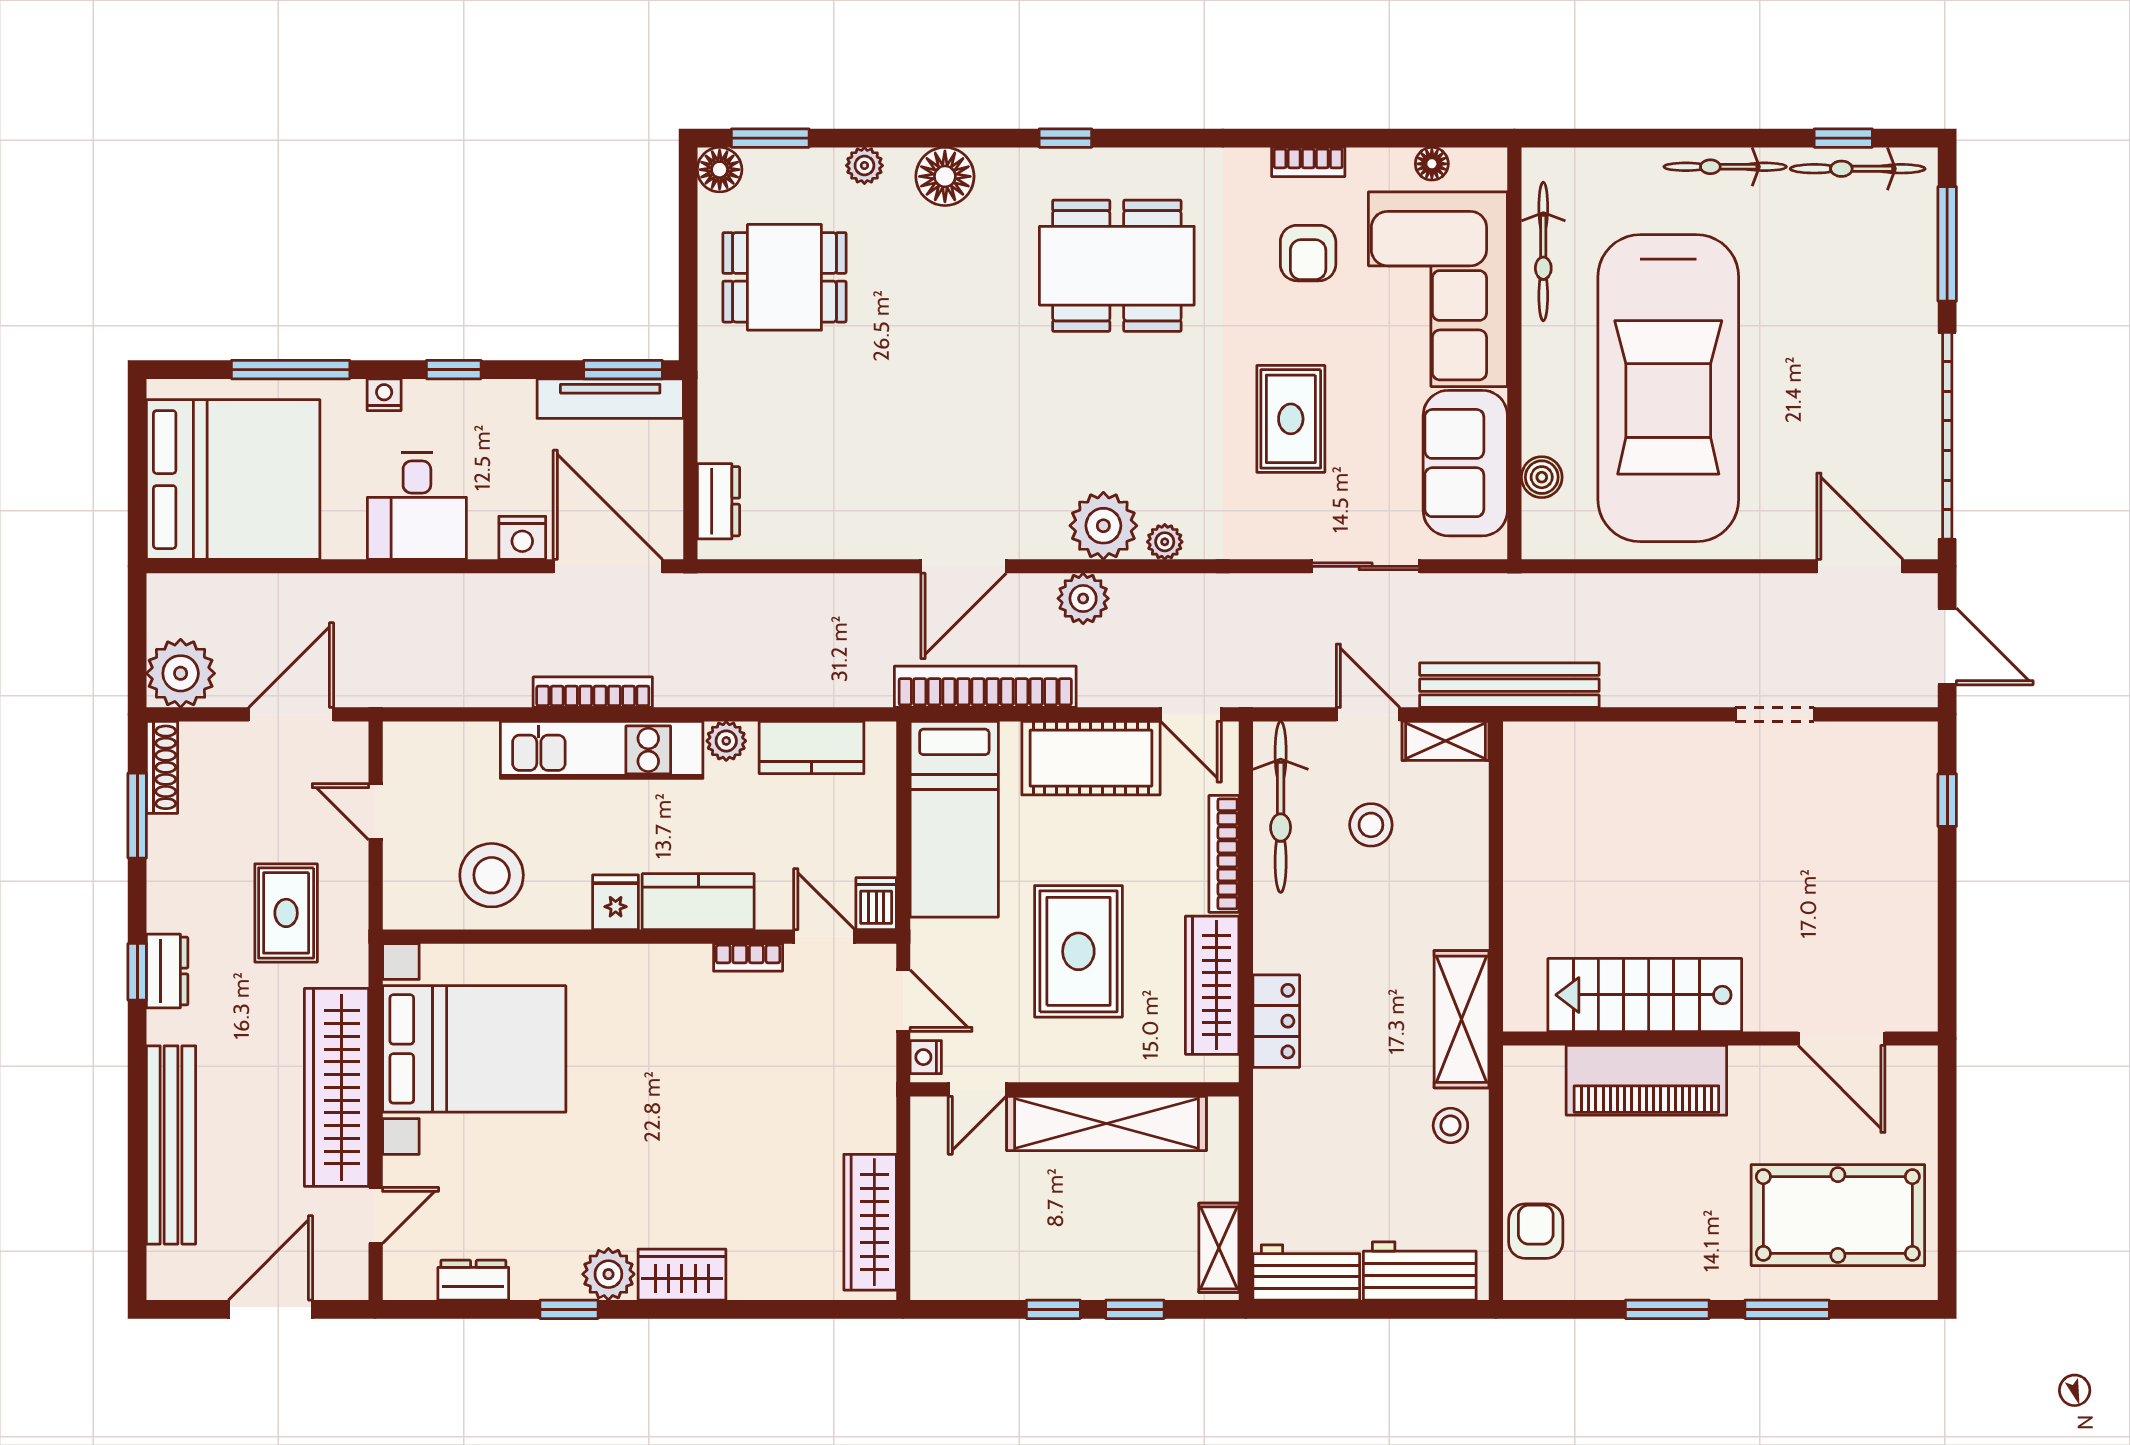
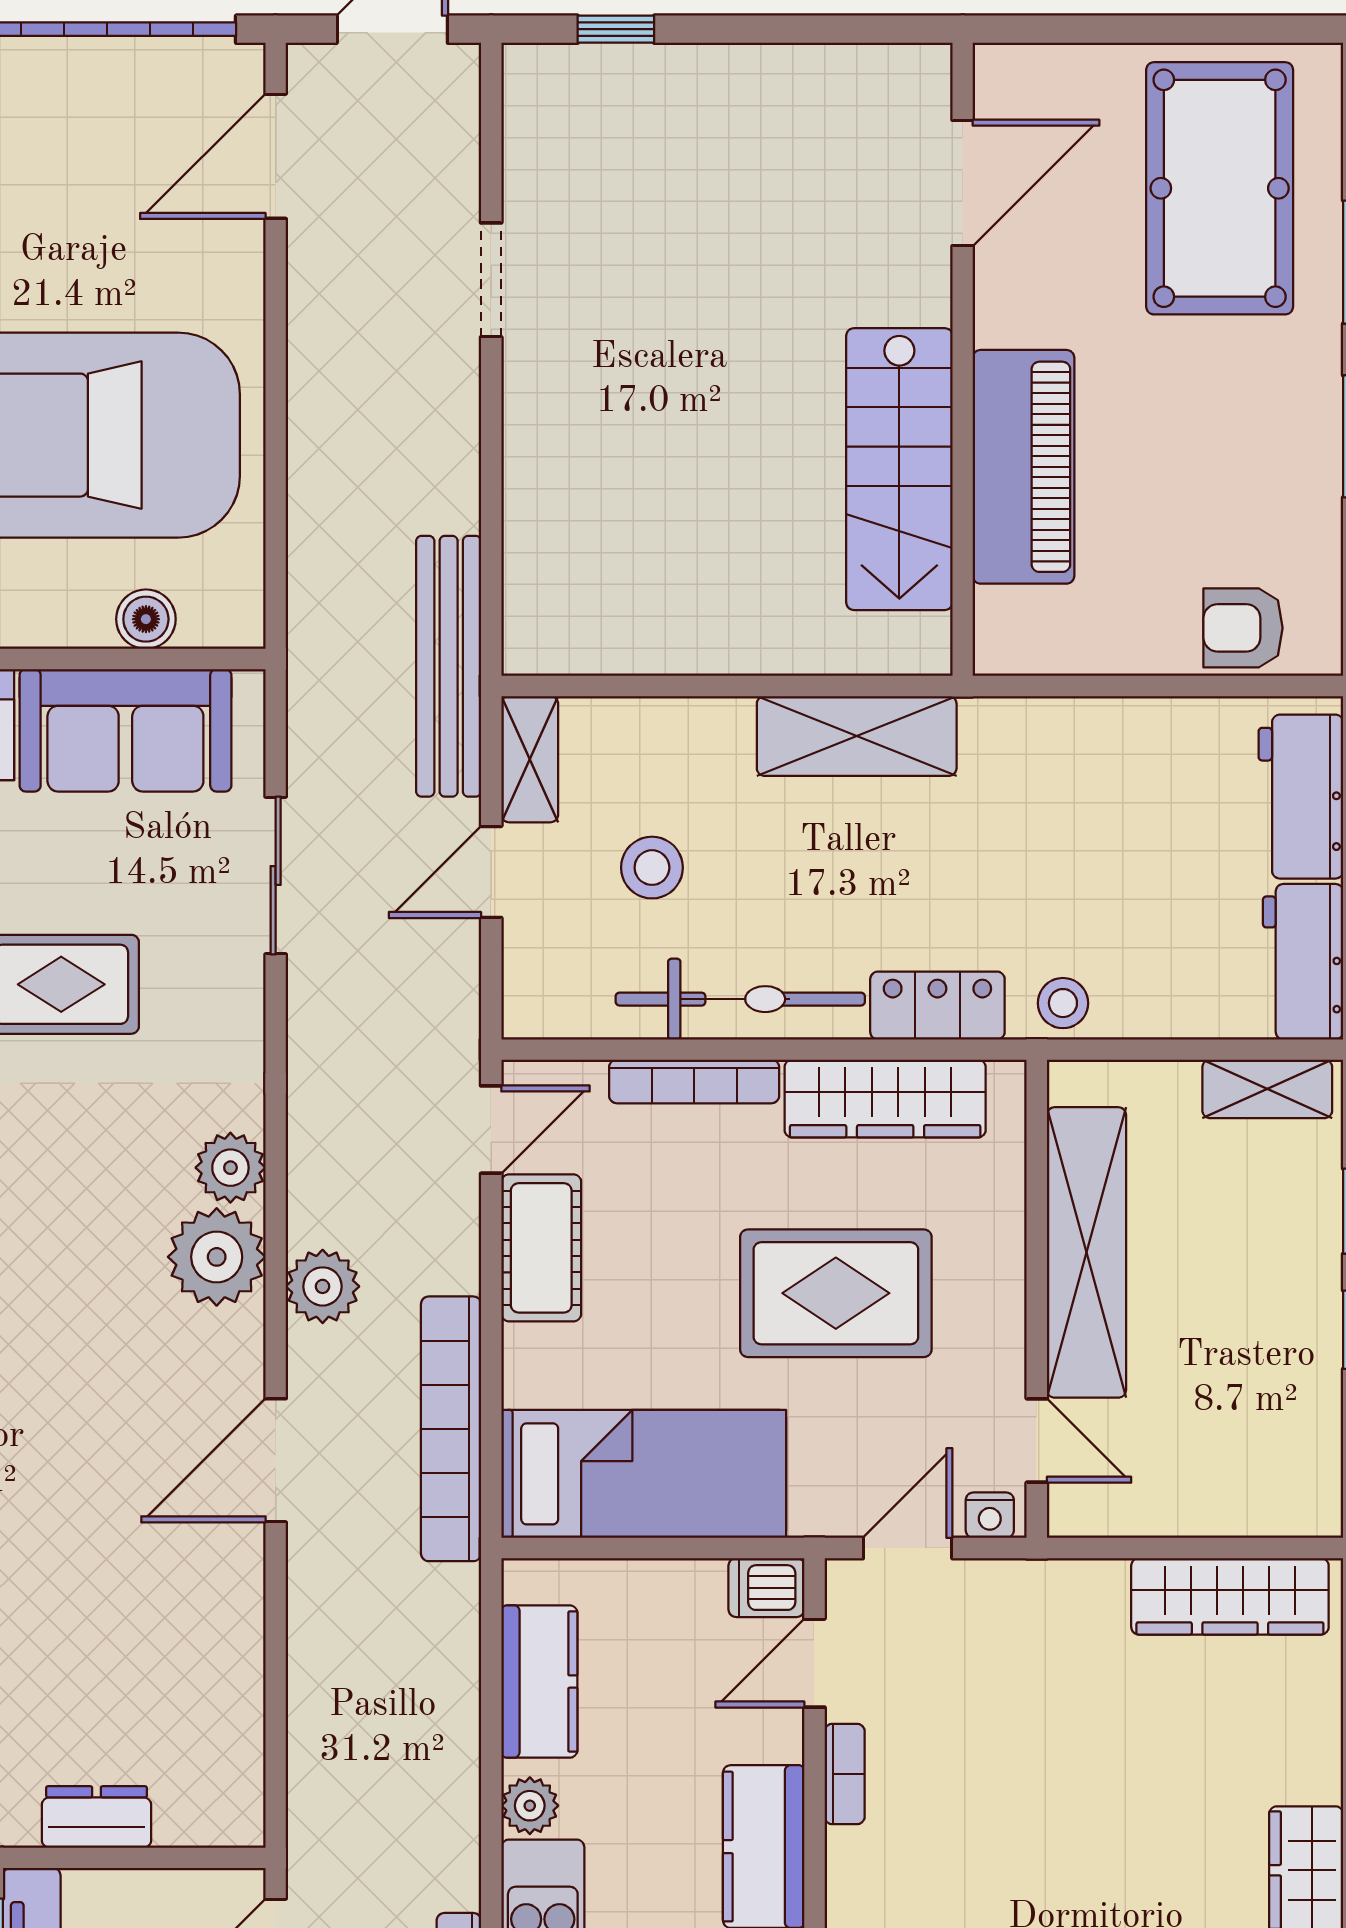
dresser: (718, 501) -> (97, 1817), moved
plant: (1165, 542) -> (230, 1168), width x1.38, depth x1.38
door: (964, 566) -> (276, 1460), swing flipped
cot: (1091, 758) -> (541, 1248), width x0.73, depth x0.75
bicycle: (1281, 807) -> (740, 999), moved
shelving: (1461, 1019) -> (857, 736), moved
stool: (1450, 1126) -> (1063, 1003), moved

